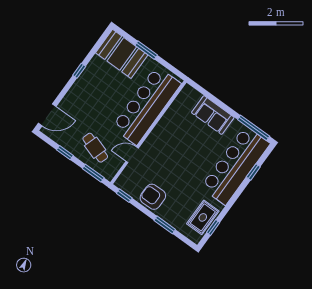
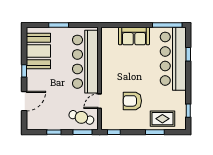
booth: (122, 54) -> (38, 51), moved, turned 90
door: (47, 115) -> (24, 101), moved
cafe table: (95, 148) -> (81, 117), moved
armchair: (153, 197) -> (132, 101), moved
rug: (203, 217) -> (162, 119), moved, turned 90

